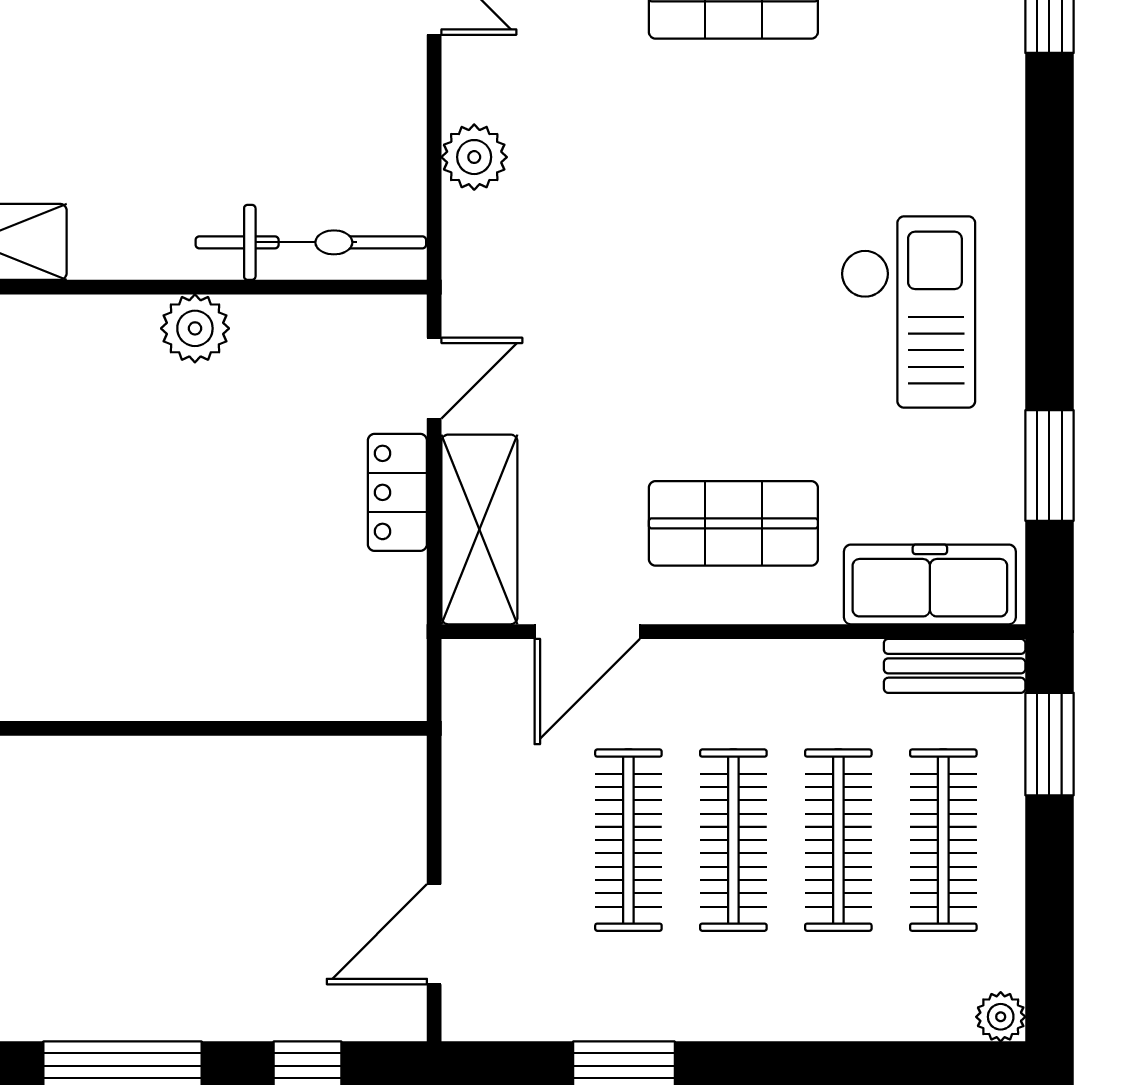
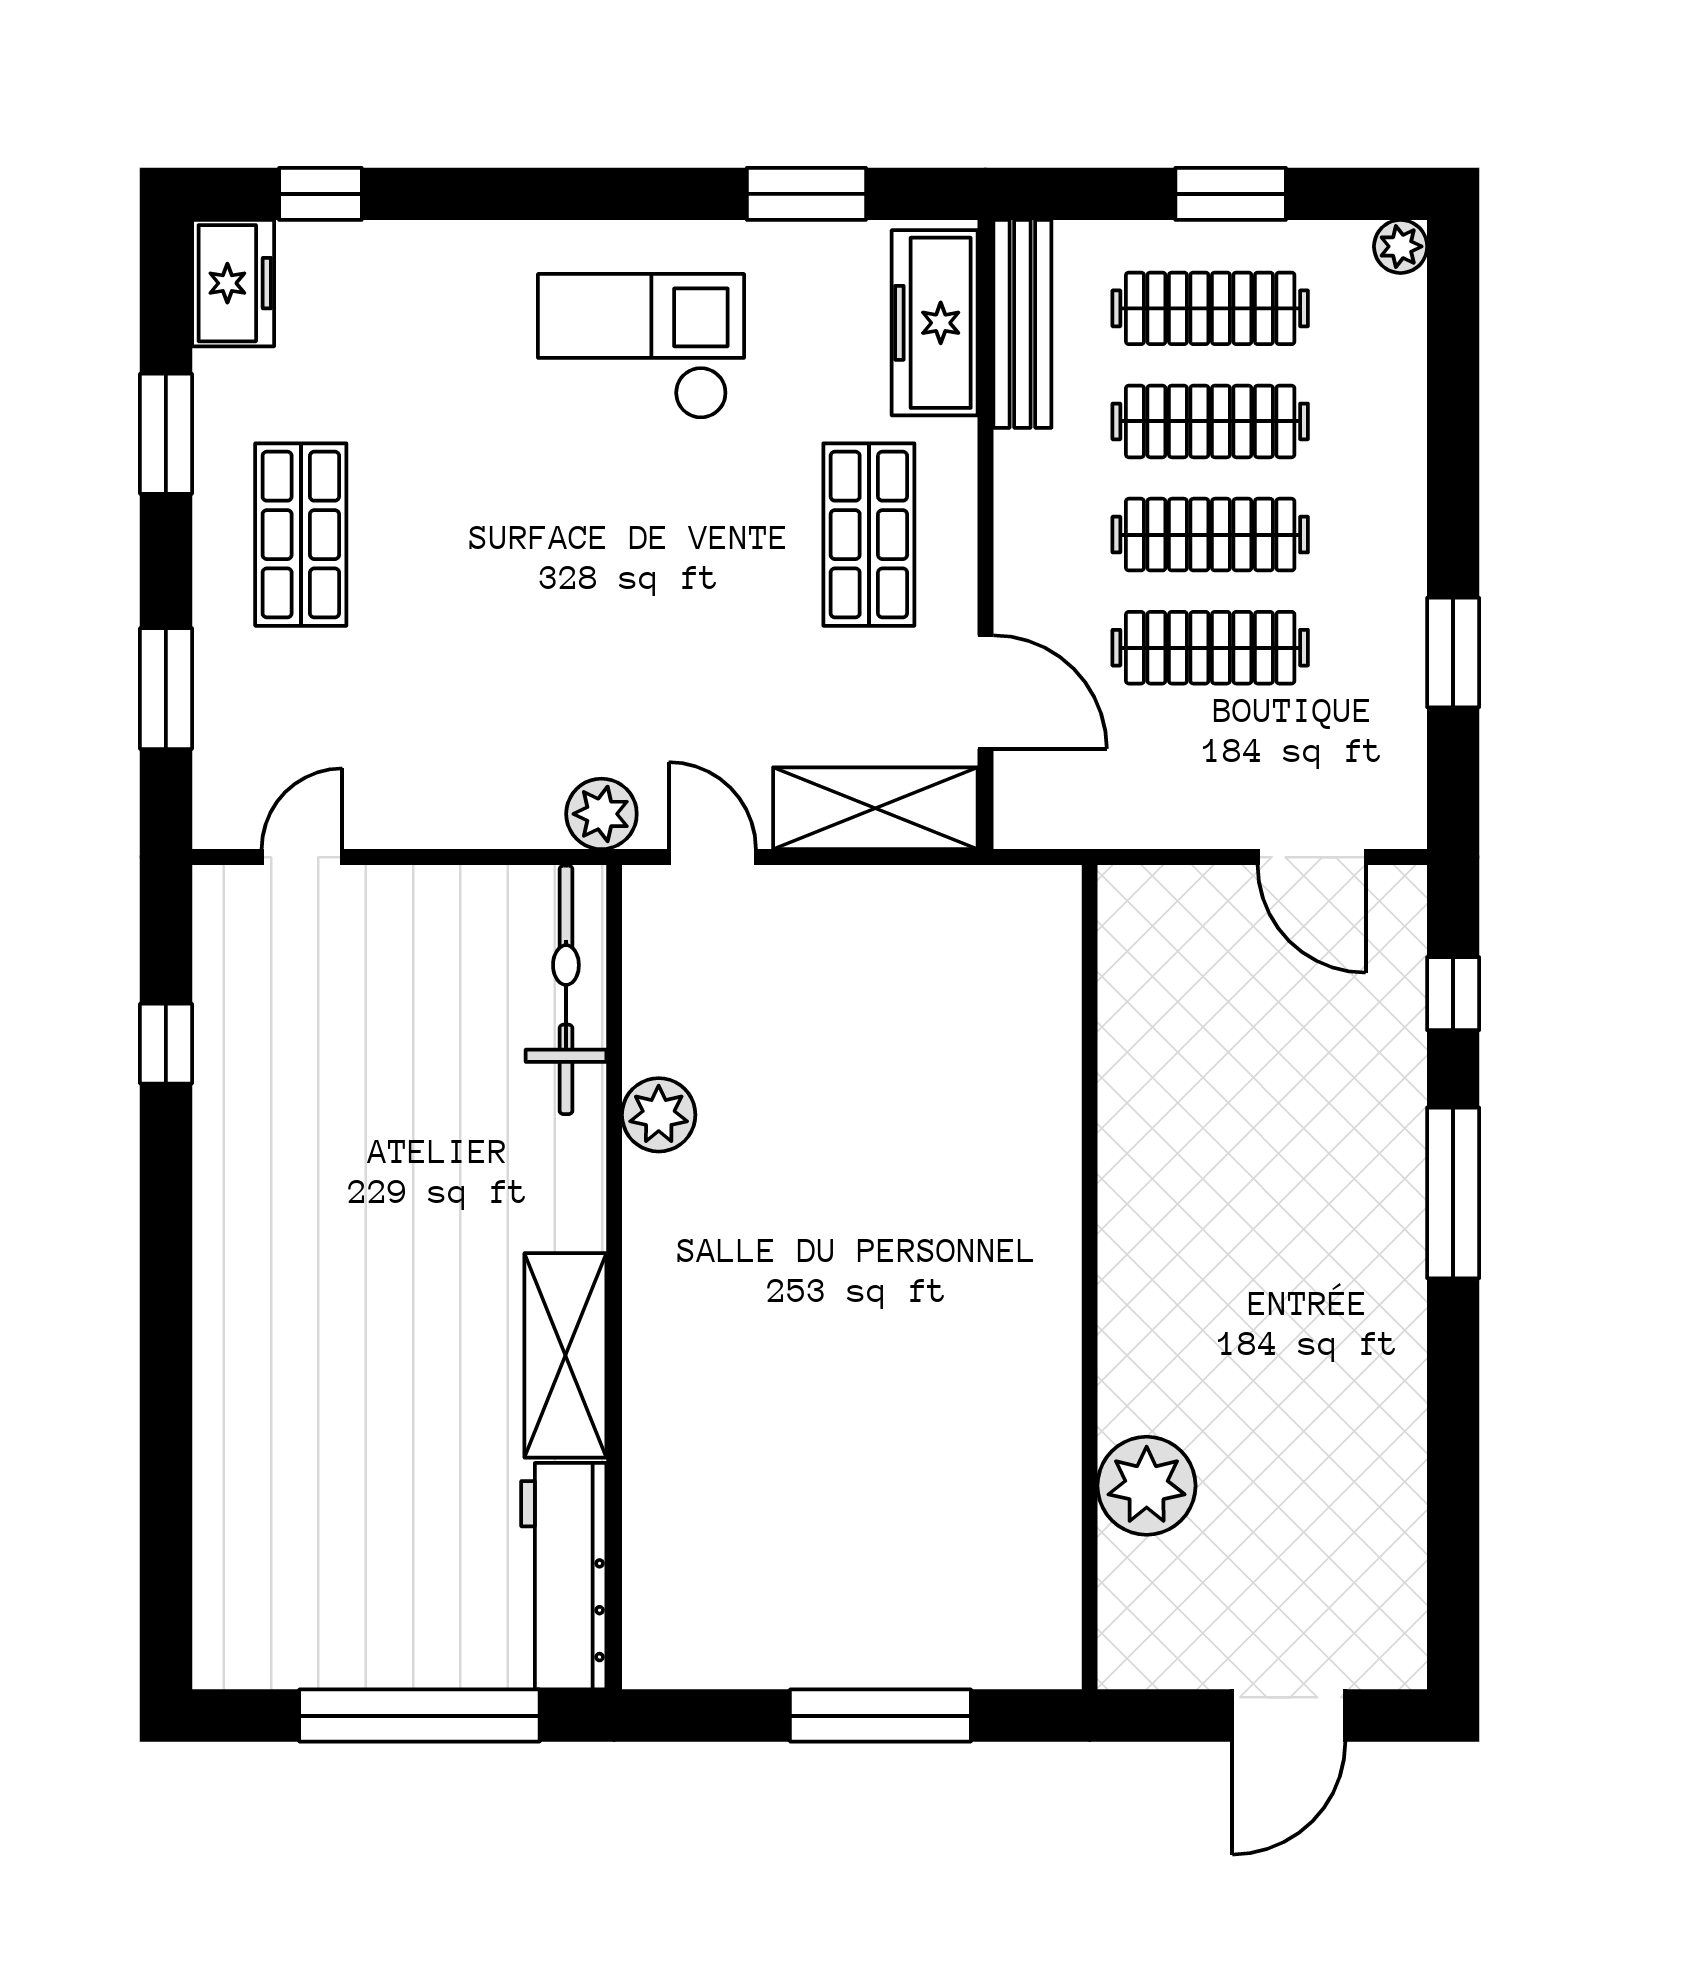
plant: (474, 157) -> (601, 814), moved
locker: (397, 492) -> (835, 897), removed
bench: (955, 666) -> (1022, 324), width x1.36
window: (1049, 744) -> (1231, 194), moved

